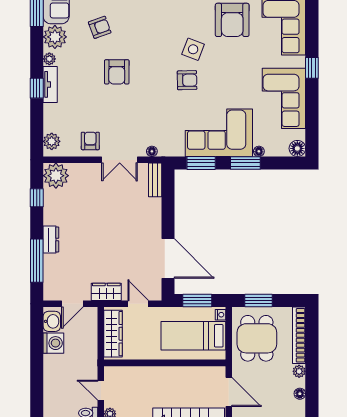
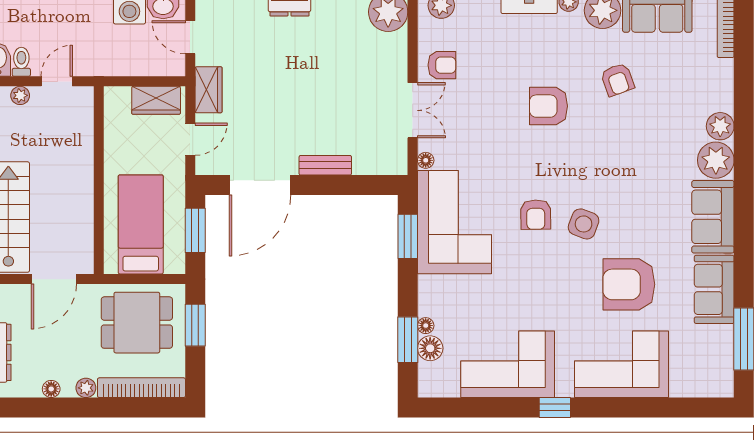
corner sofa: (219, 133) -> (455, 222), moved
floor lamp: (297, 148) -> (430, 348), moved
double door: (120, 160) -> (413, 110), swing flipped
window: (245, 163) -> (408, 340), moved
bench: (155, 180) -> (325, 165), moved
nightstand: (220, 315) -> (173, 266), removed
wardrobe: (113, 334) -> (156, 100), width x0.67

